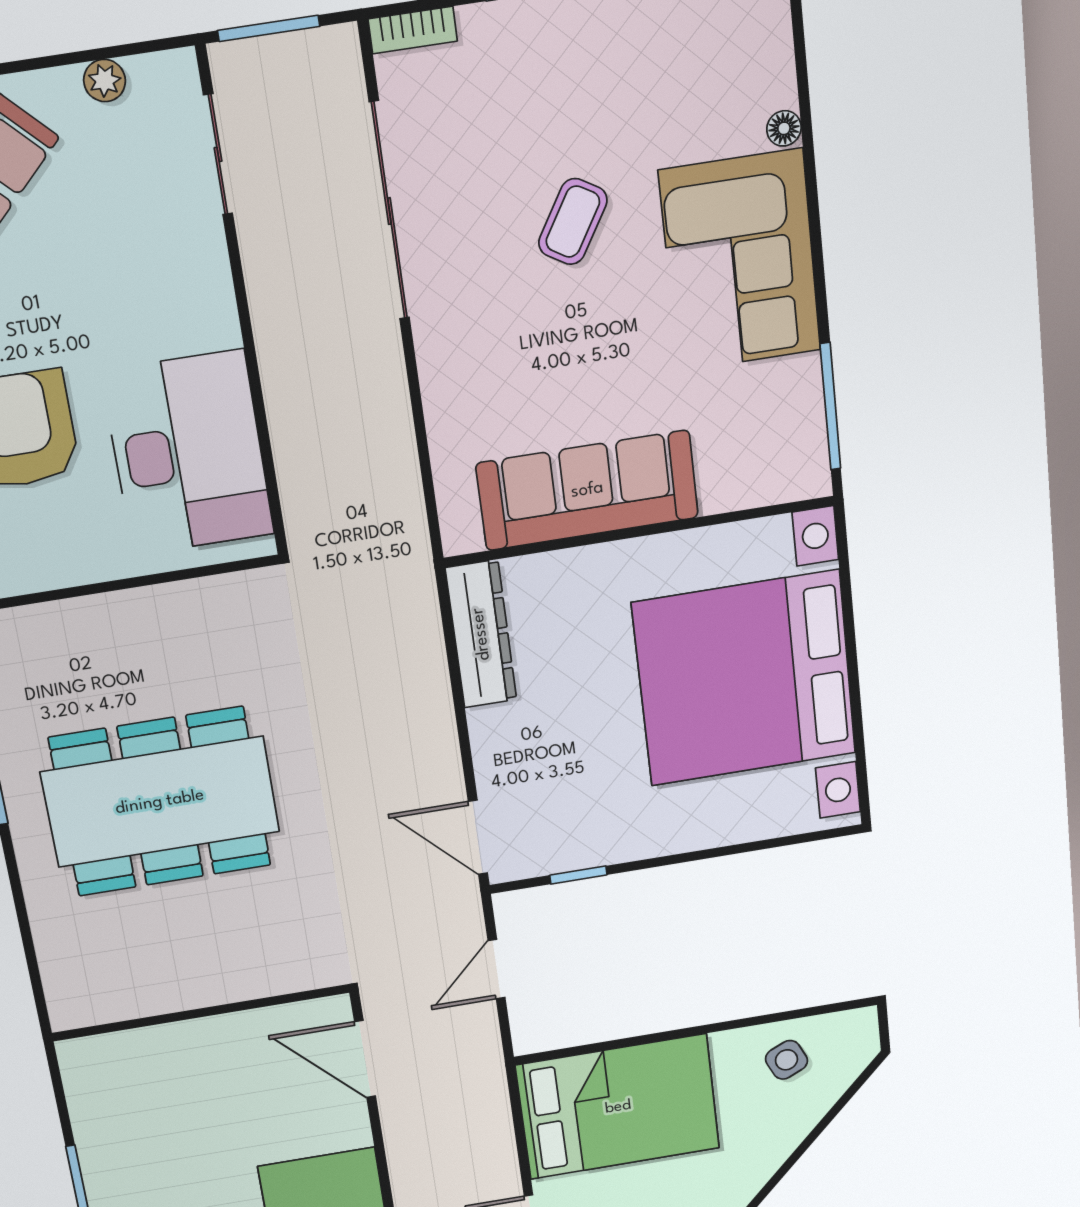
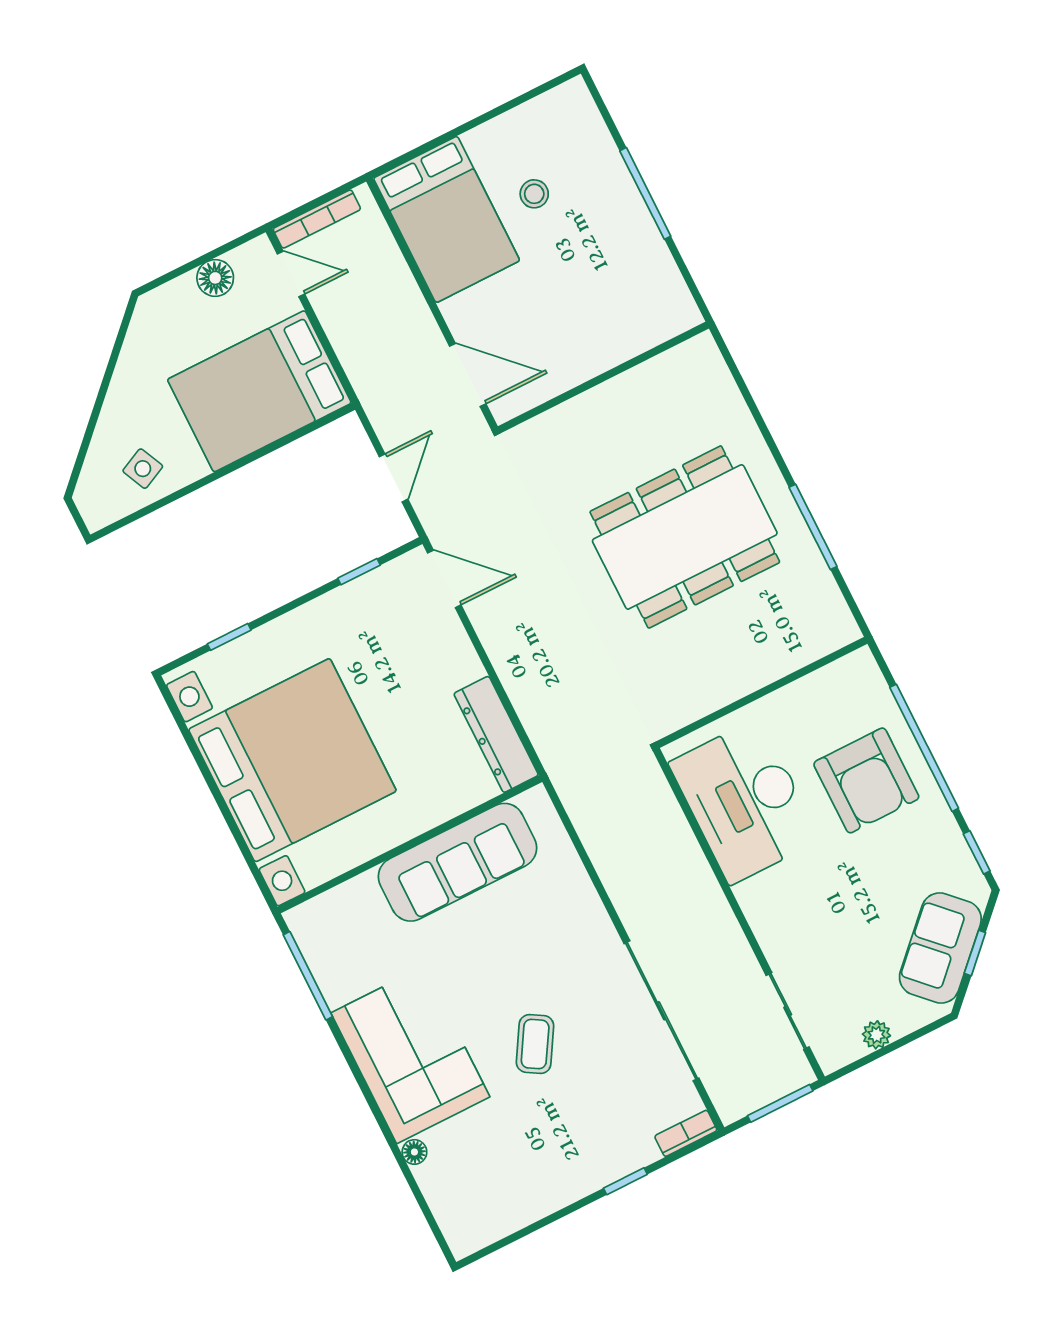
window: (763, 845) -> (229, 637), added

